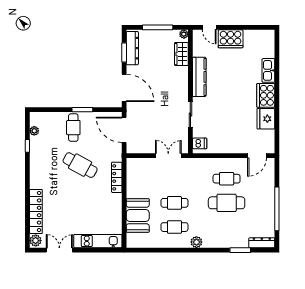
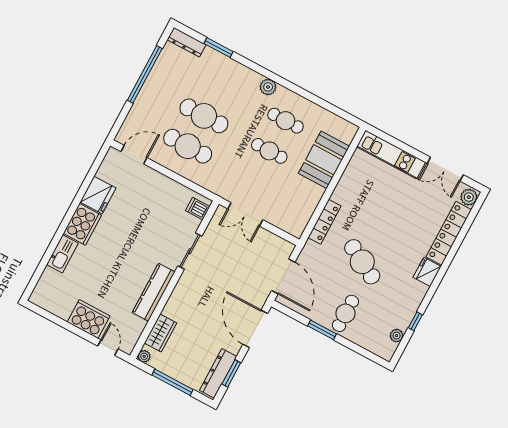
cafe table: (227, 179) -> (188, 146), width x1.37, depth x1.35
fridge: (37, 180) -> (427, 272), added

